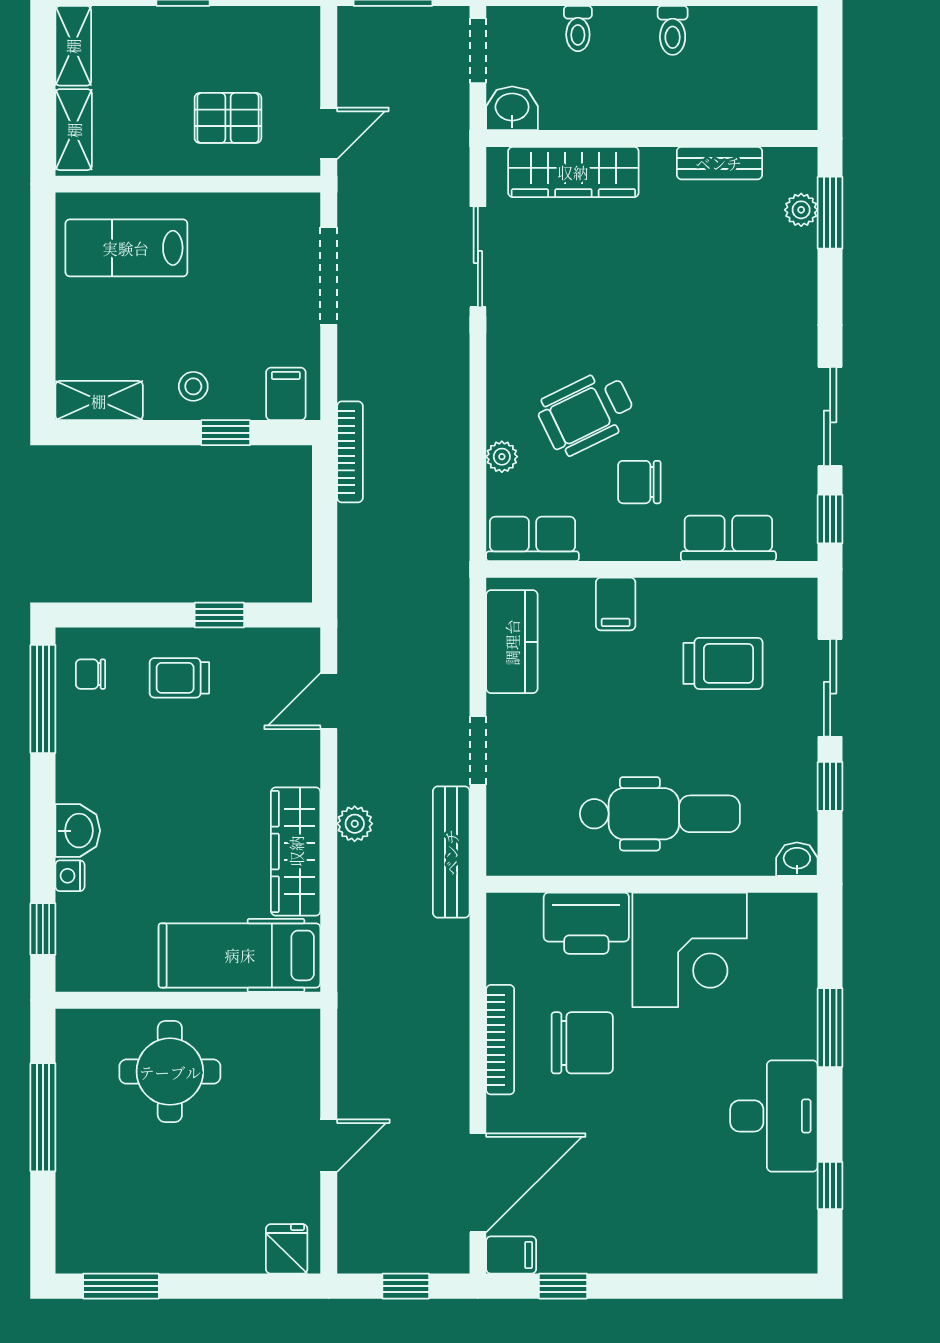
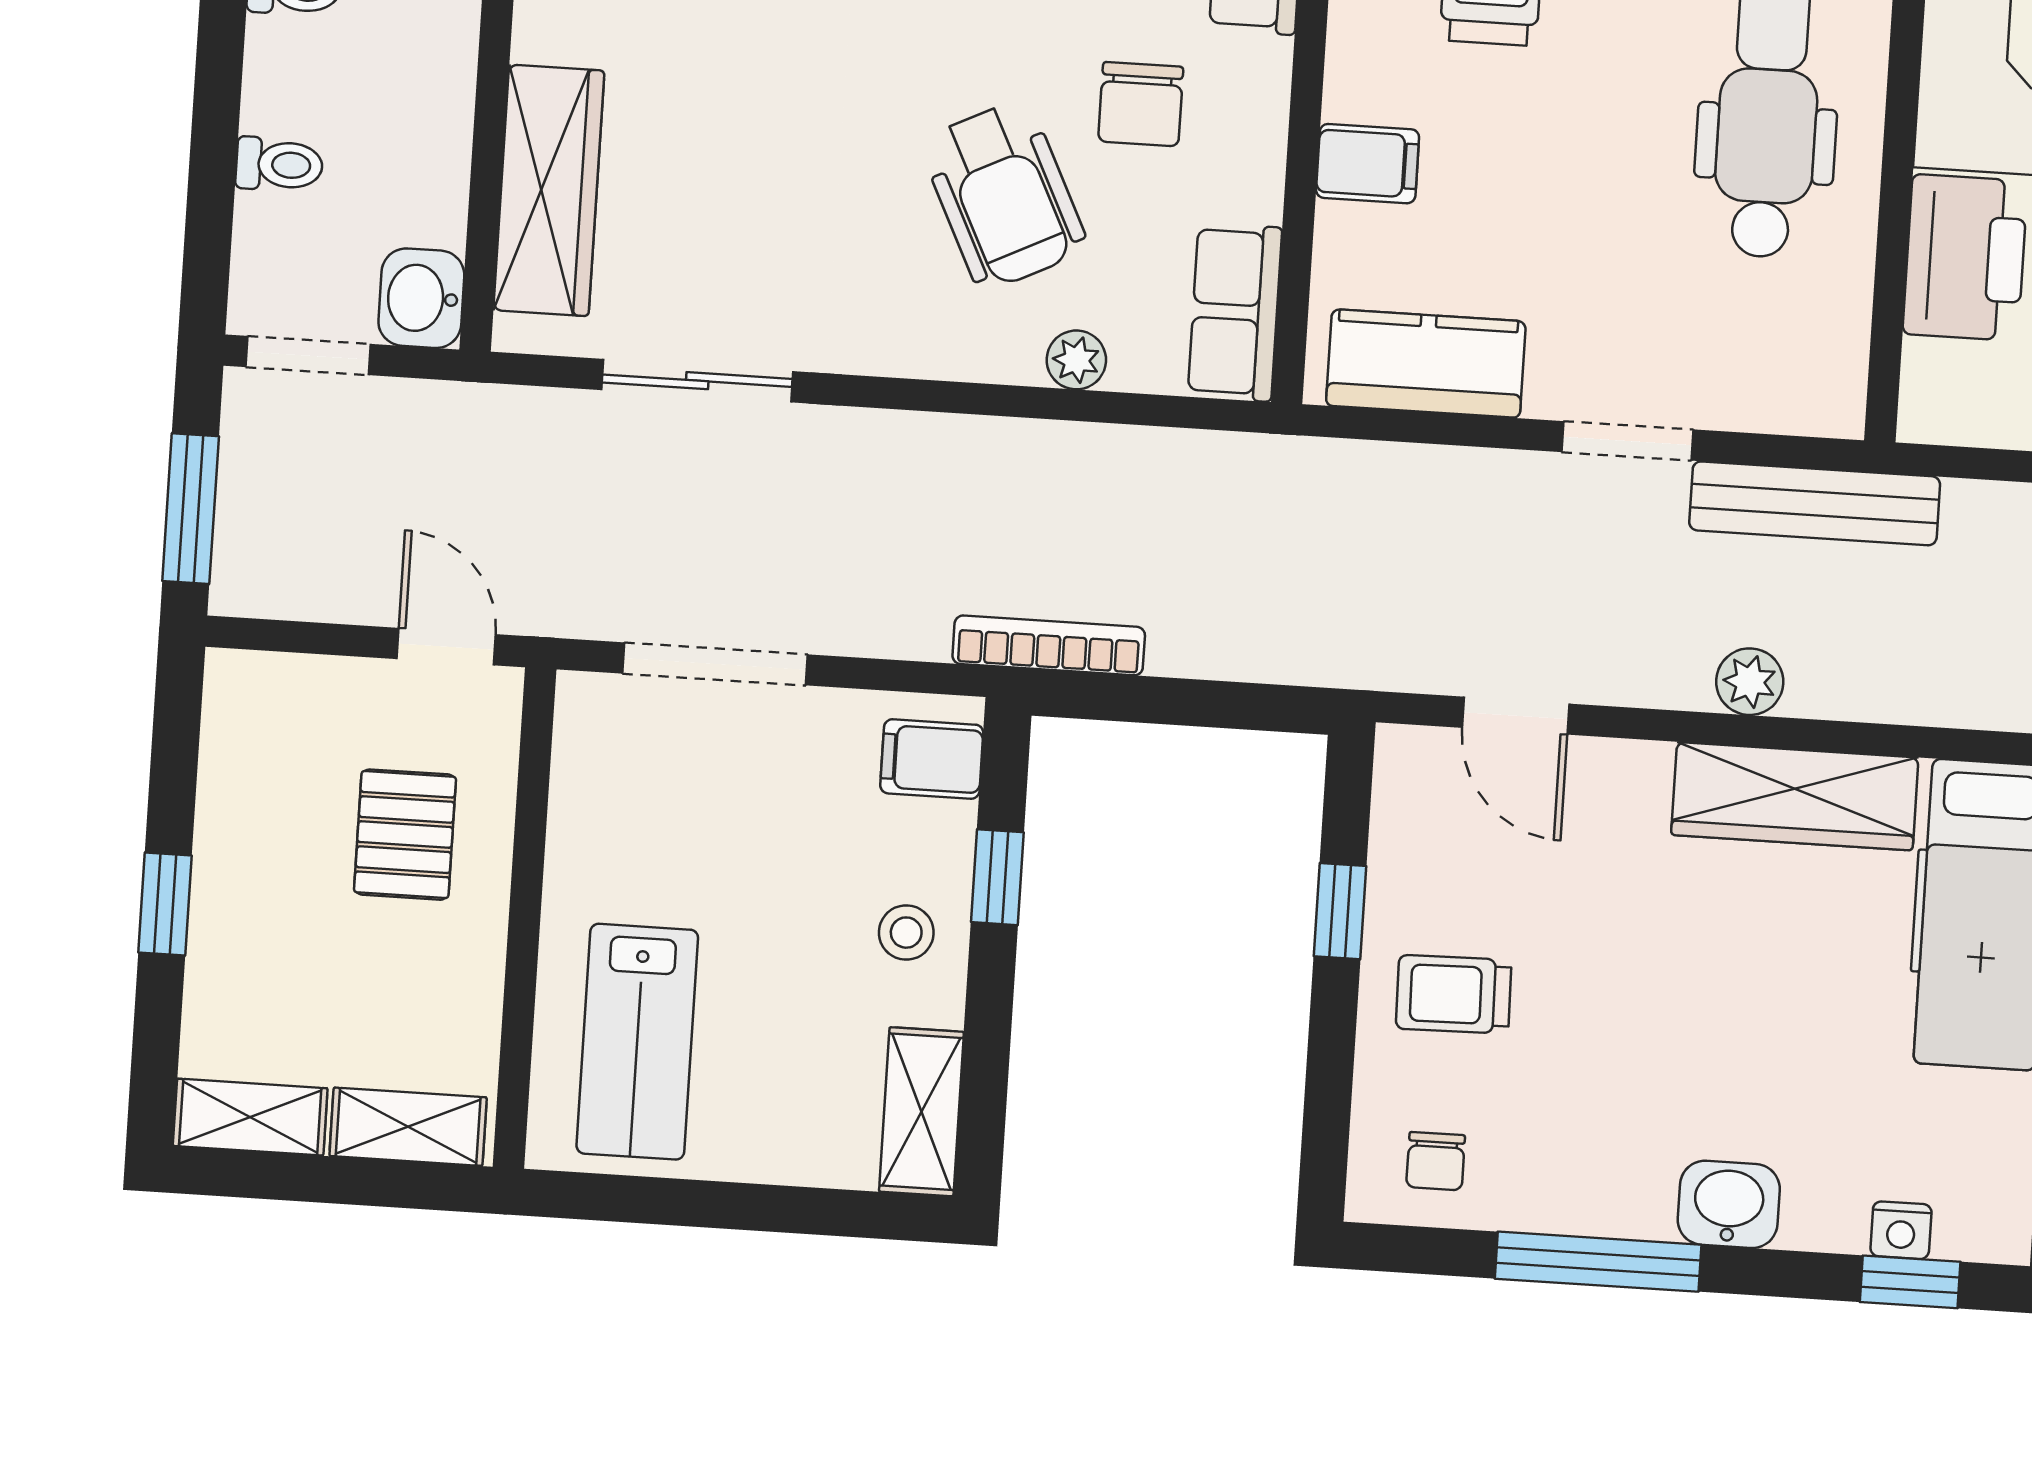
trolley: (179, 678) -> (1454, 994), turned 89
window: (43, 699) -> (1598, 1262), moved
nightstand: (70, 876) -> (1901, 1230), moved

